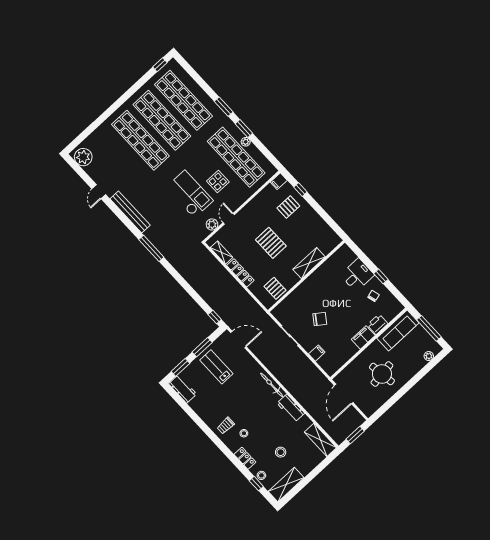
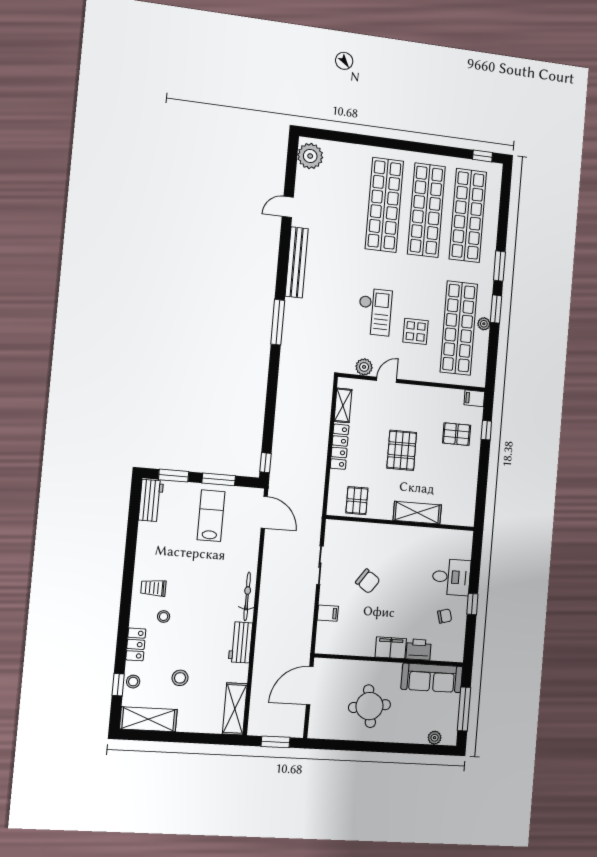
checkout: (190, 194) -> (375, 312), width x0.73, depth x0.83

